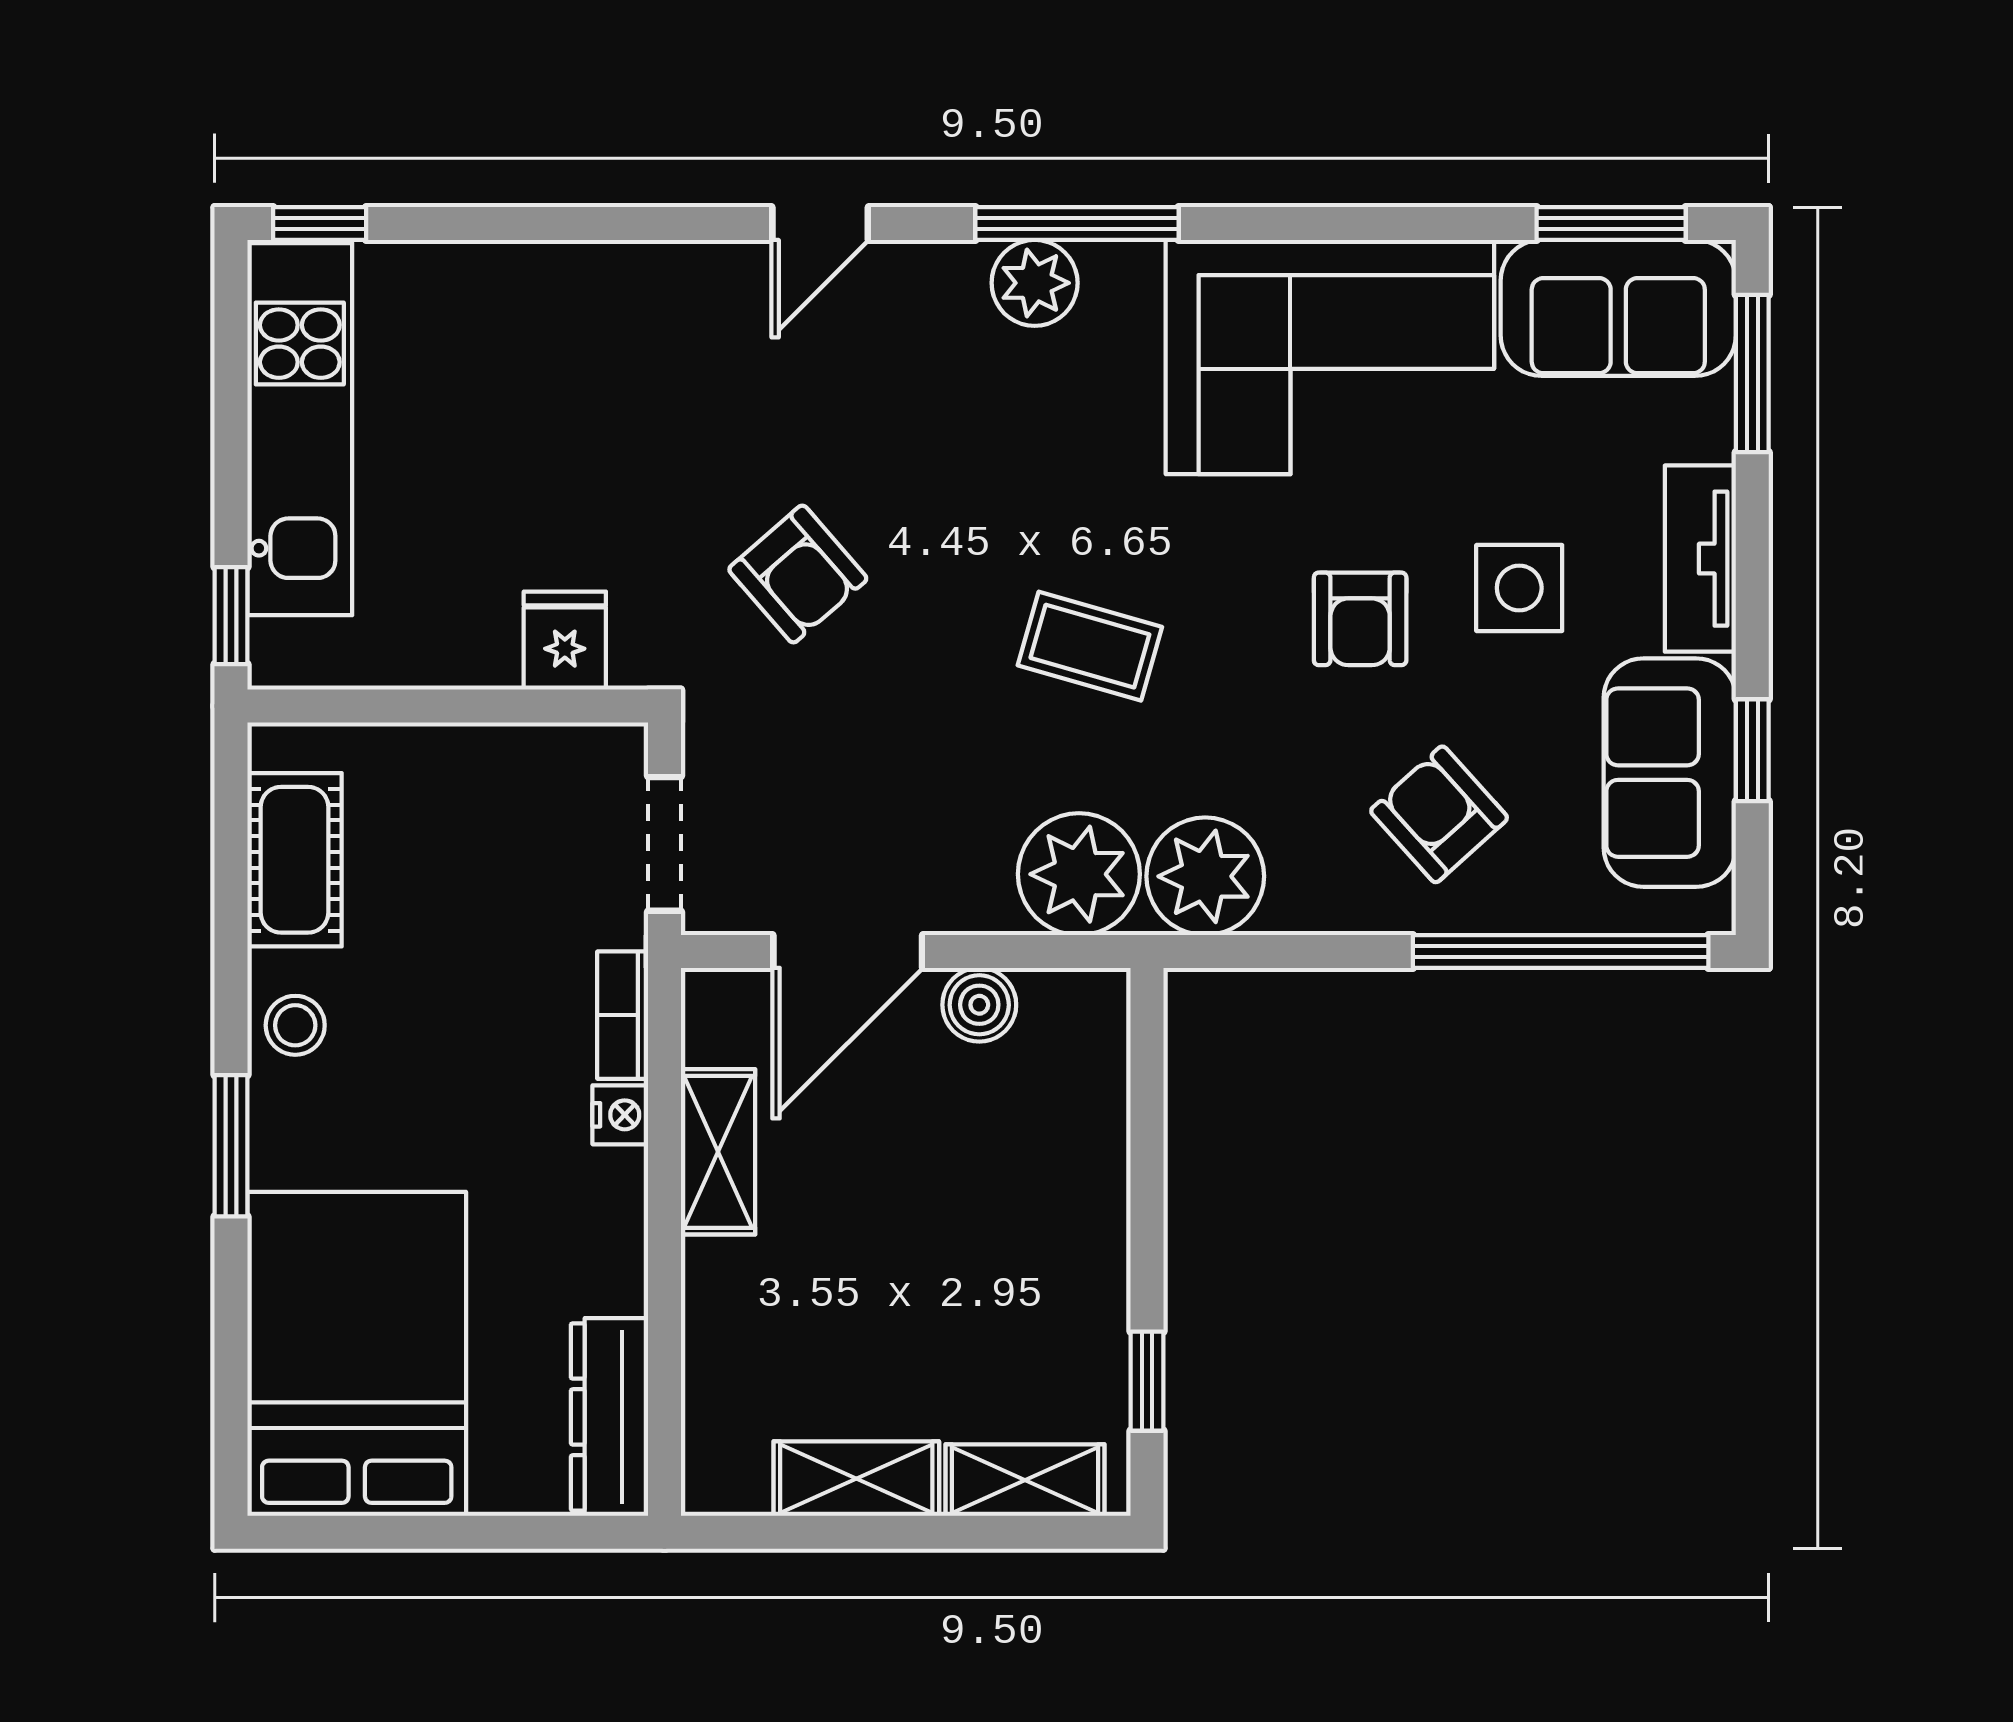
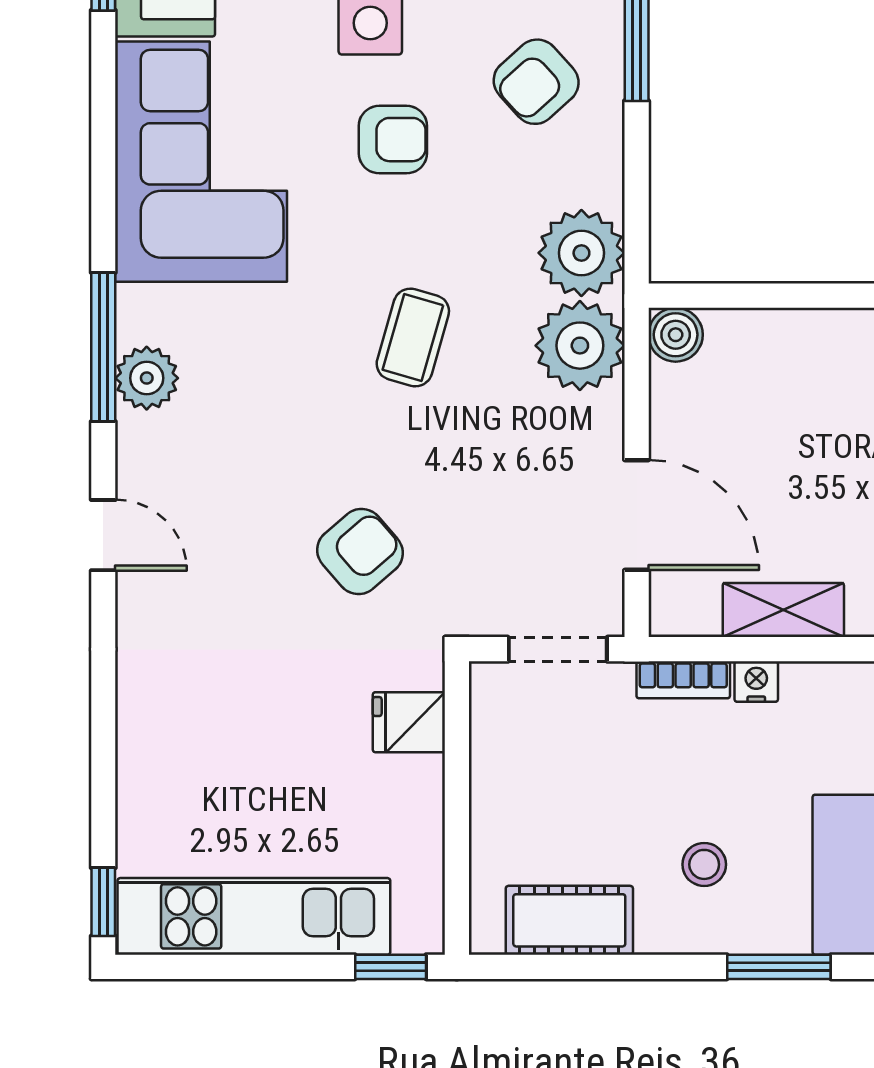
boiler: (979, 1005) -> (676, 335), moved
stool: (295, 1025) -> (704, 864), moved

